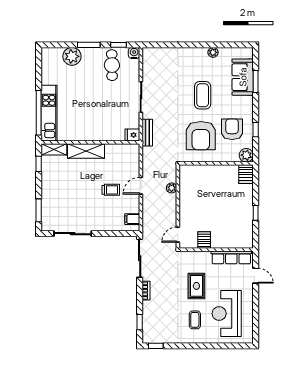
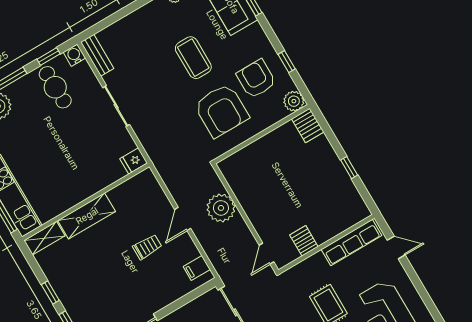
bench: (147, 133) -> (97, 55), moved
window: (39, 164) -> (50, 292), moved
plant: (172, 188) -> (221, 208), width x1.88, depth x1.88

